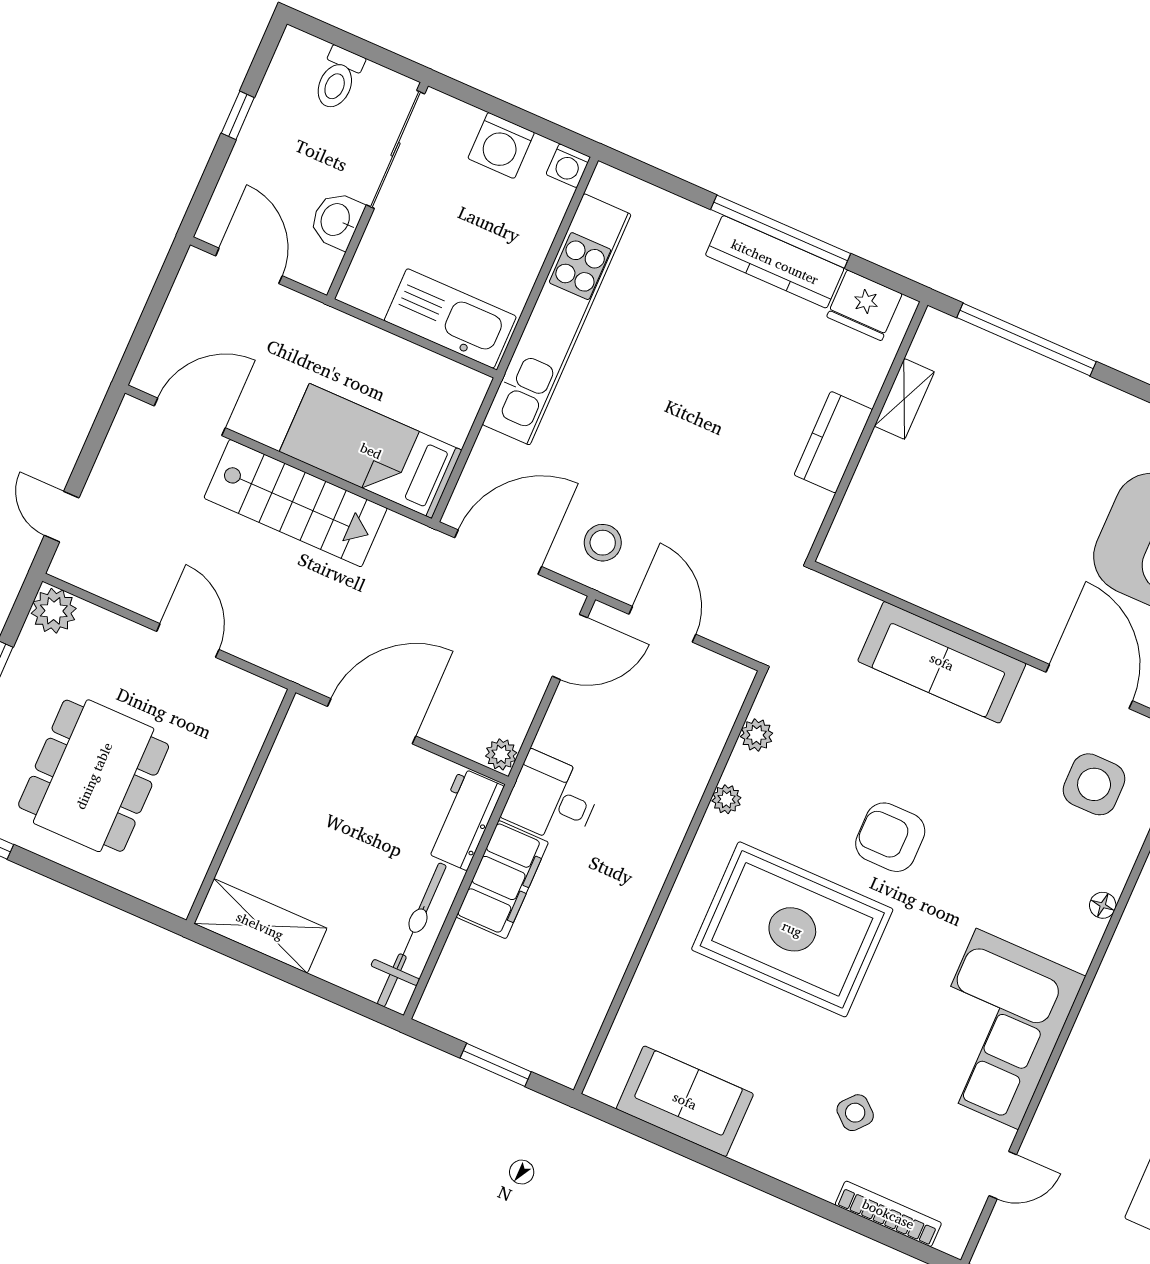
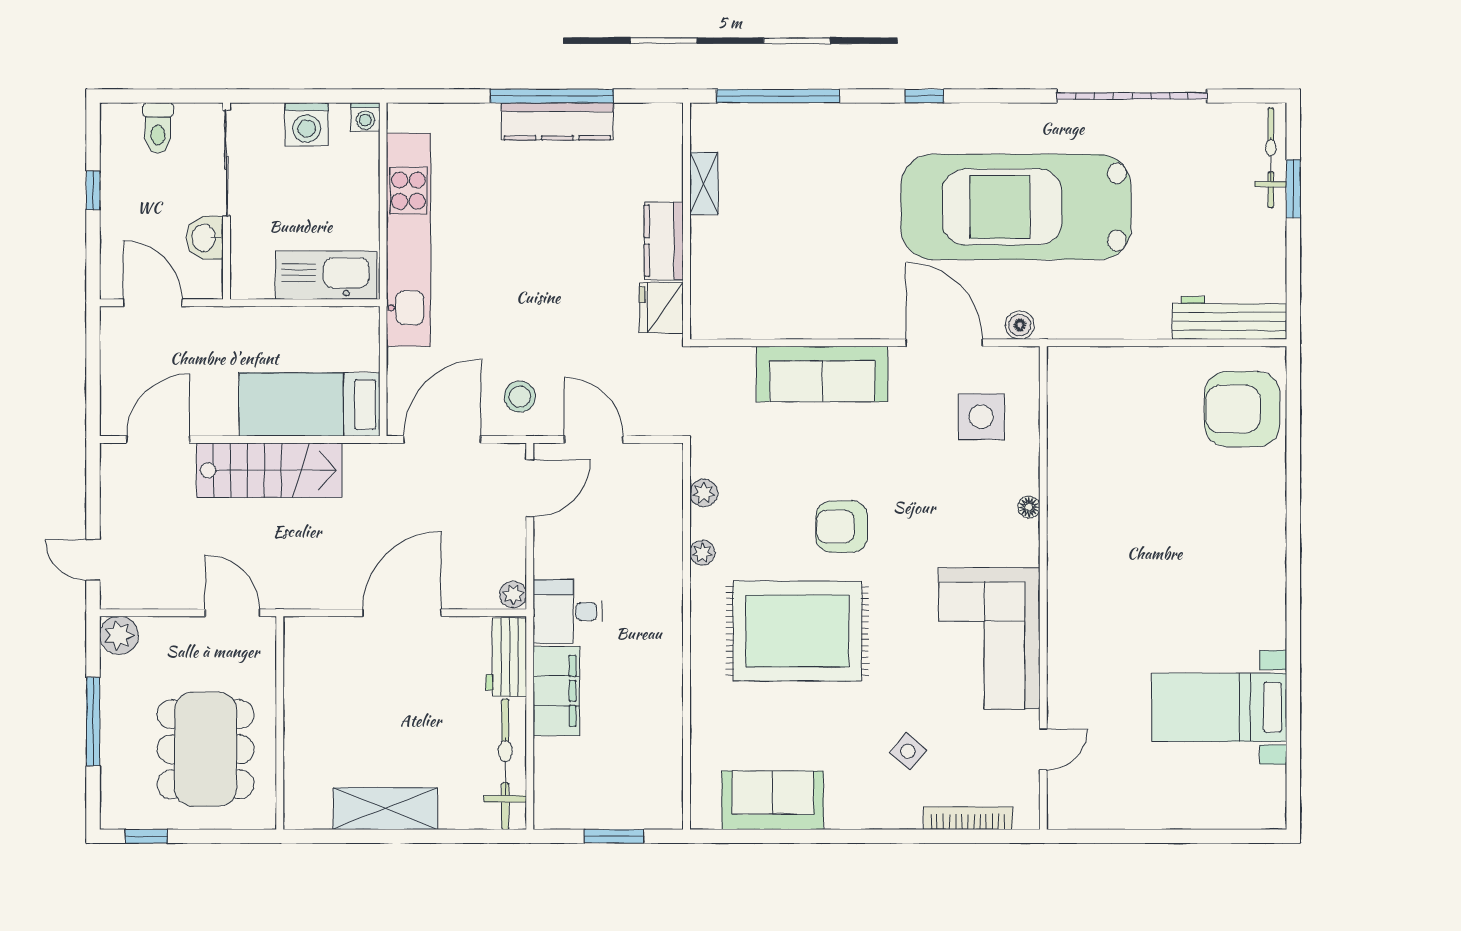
fridge: (864, 305) -> (661, 308), moved, turned 90
wall: (241, 806) -> (280, 723), moved

